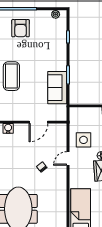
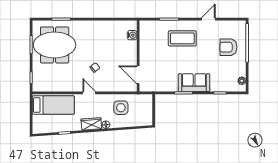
sofa: (57, 88) -> (194, 83), moved
door: (38, 122) -> (138, 75), moved
door: (68, 158) -> (89, 93), moved

